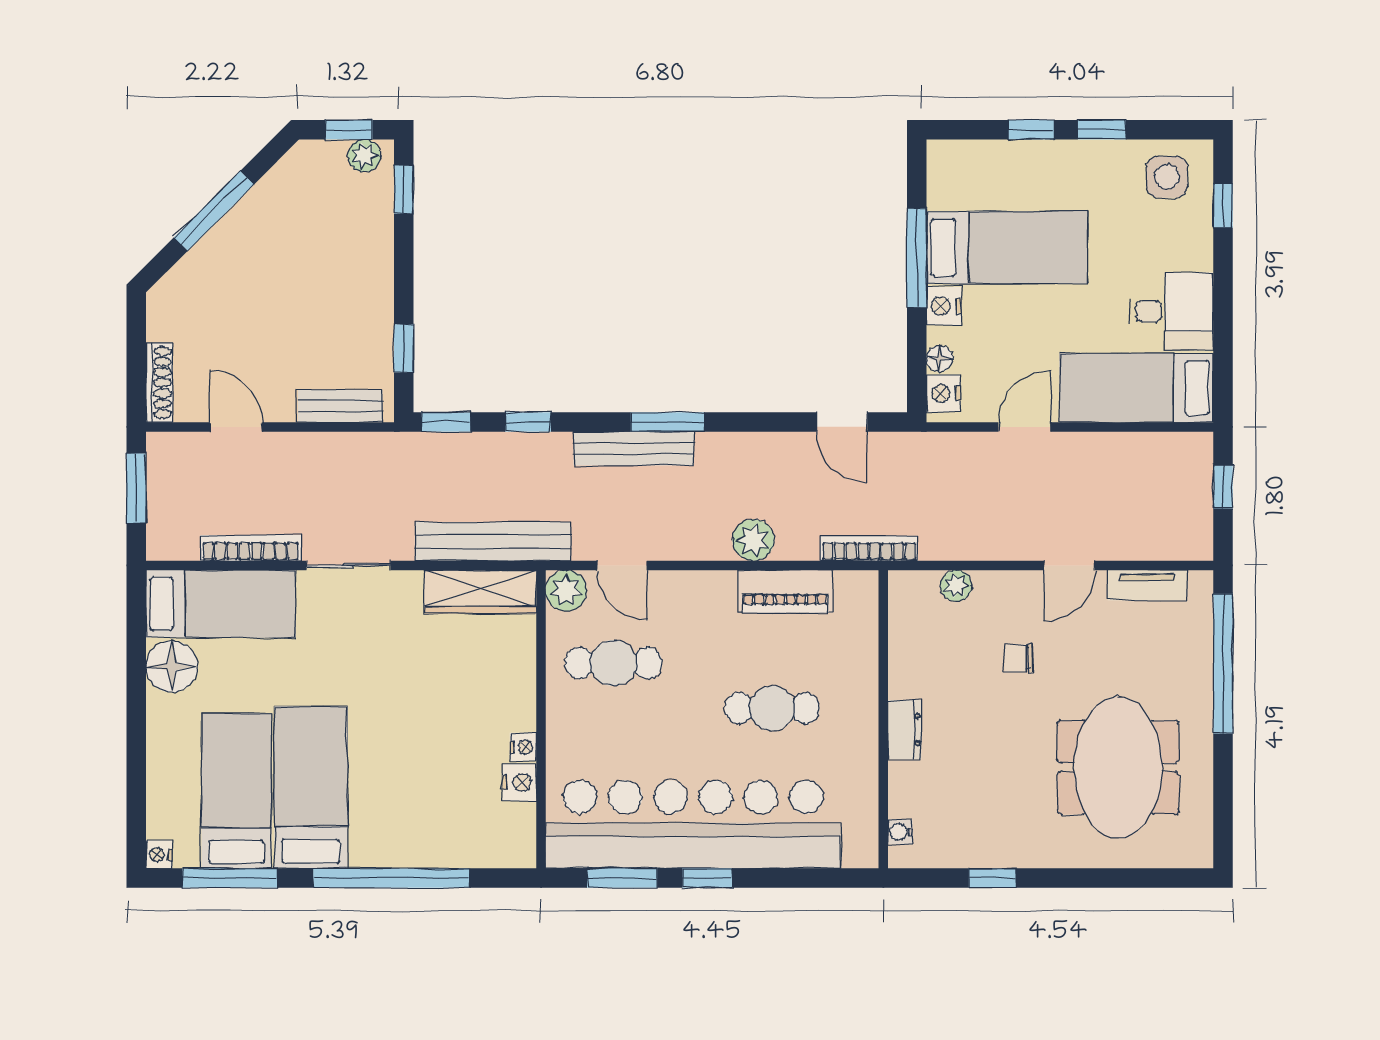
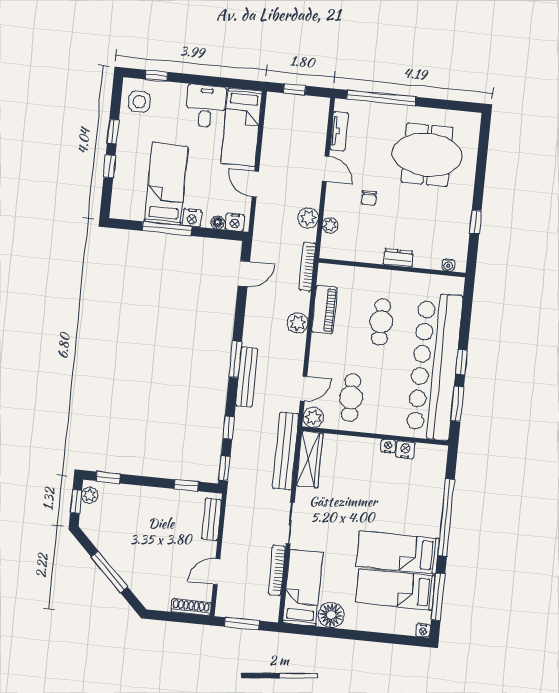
plant: (966, 540) -> (308, 218), added

